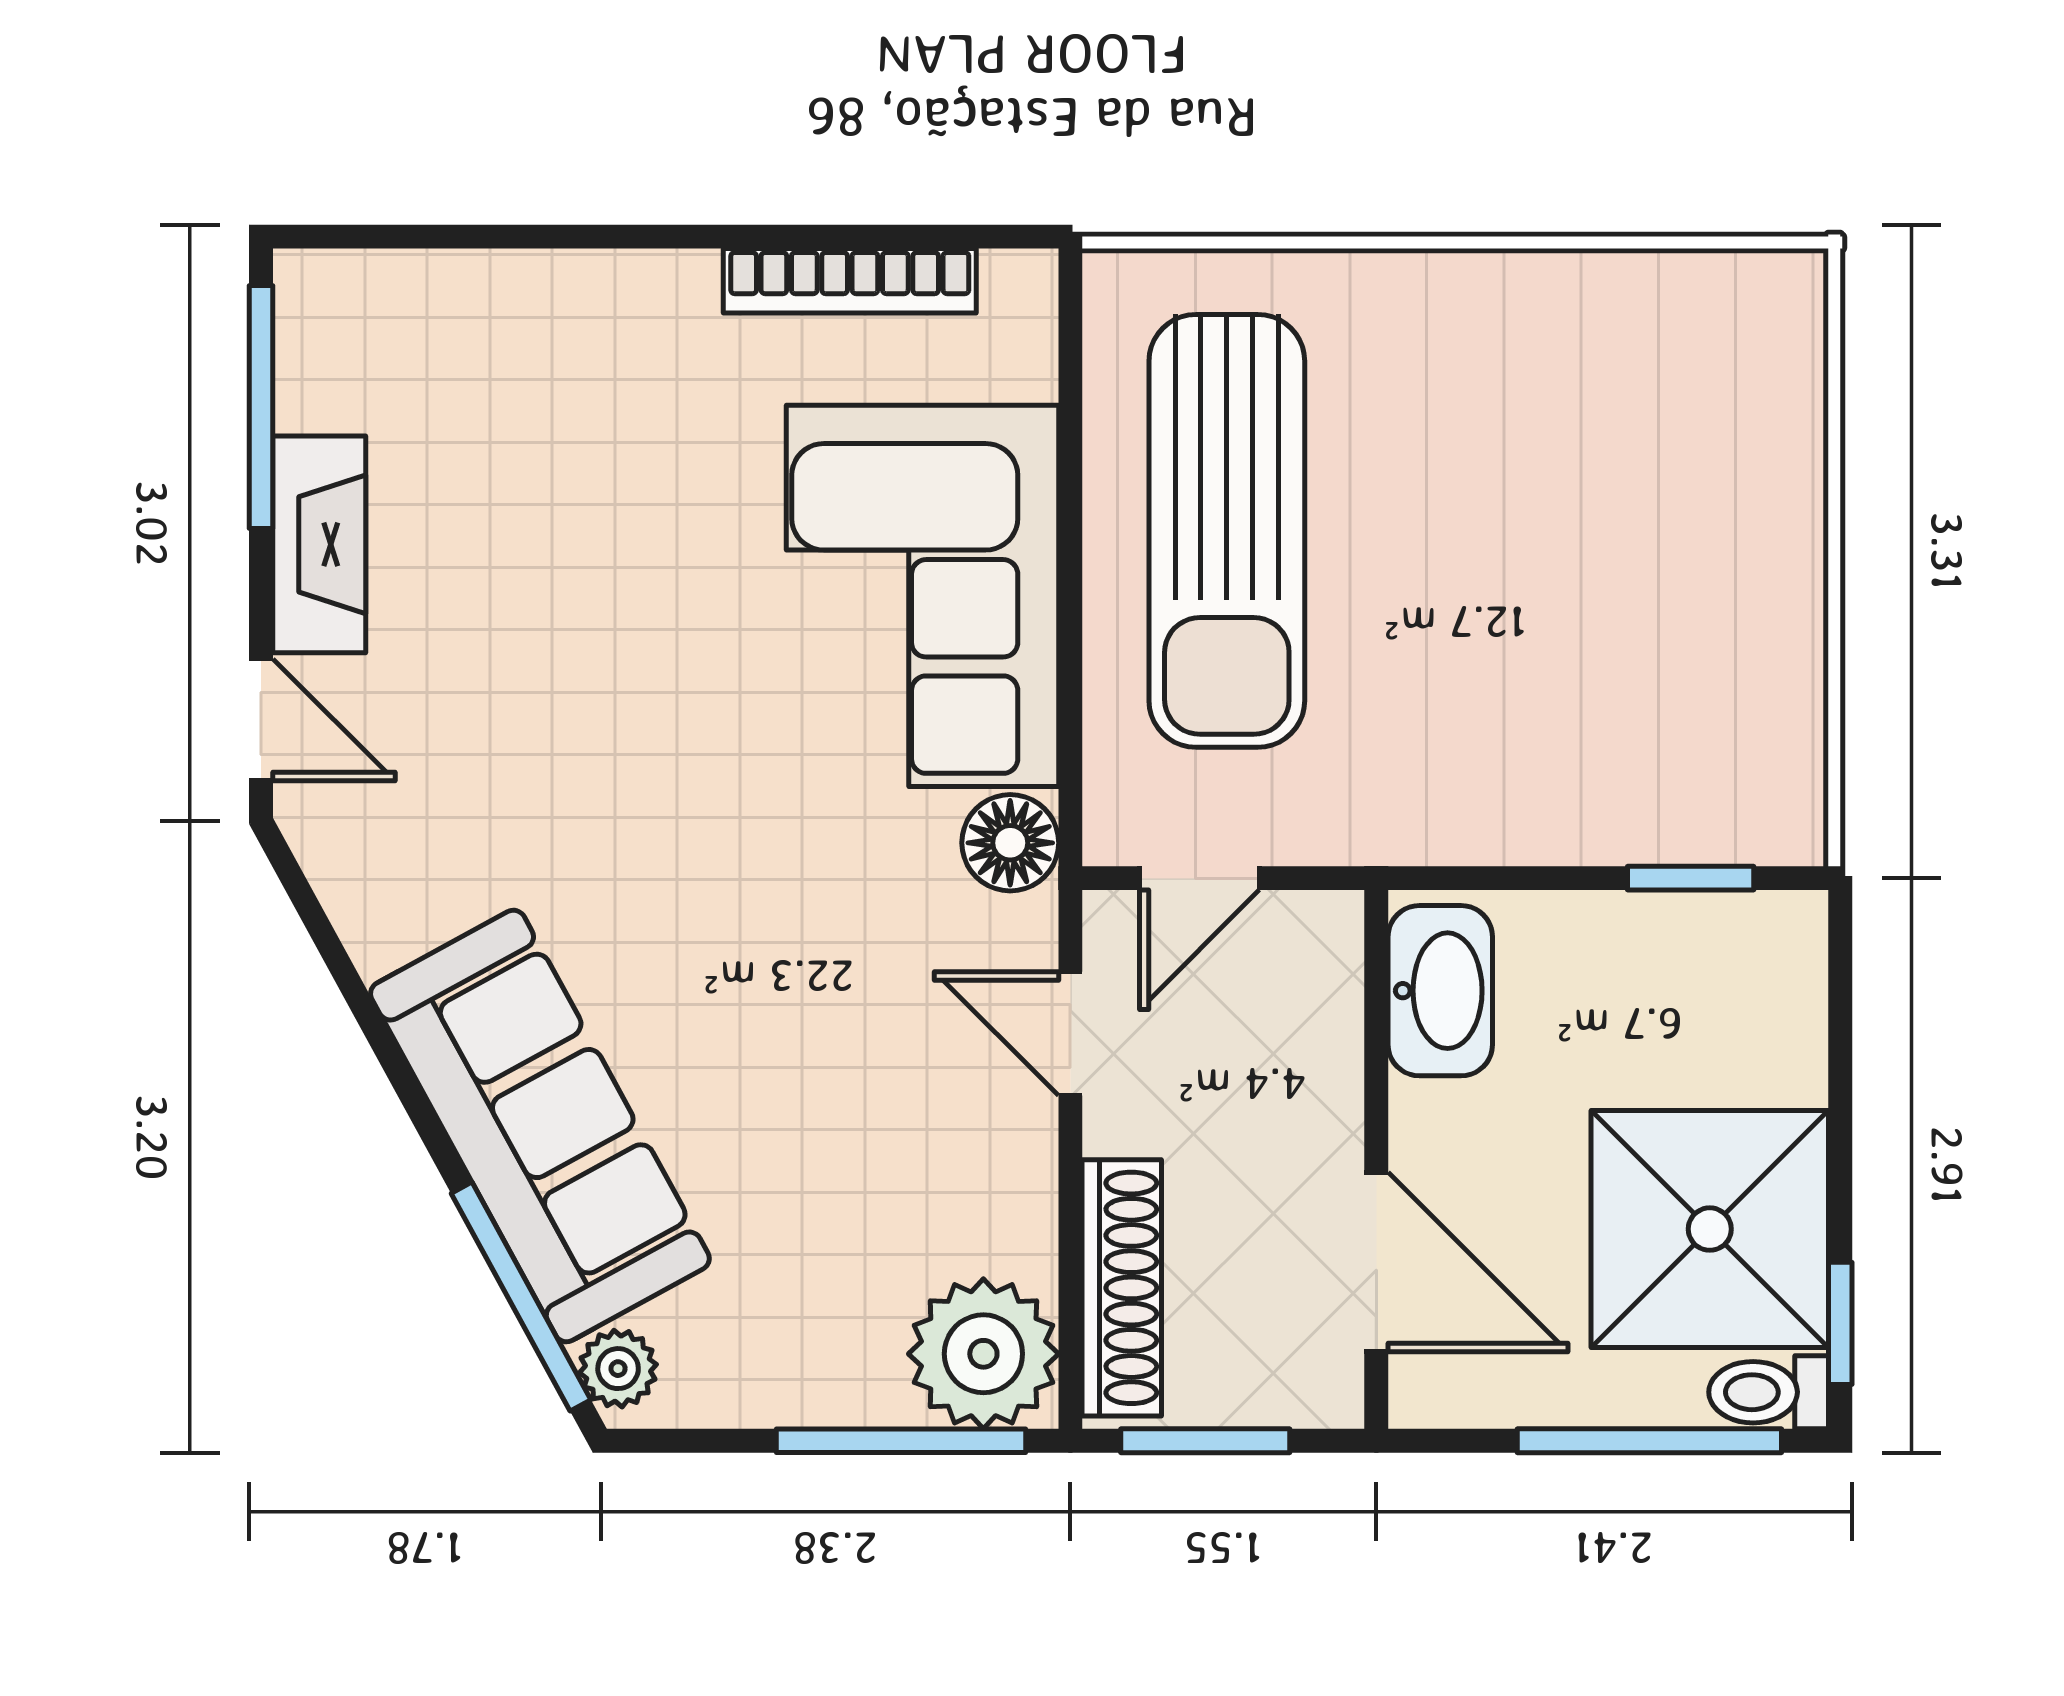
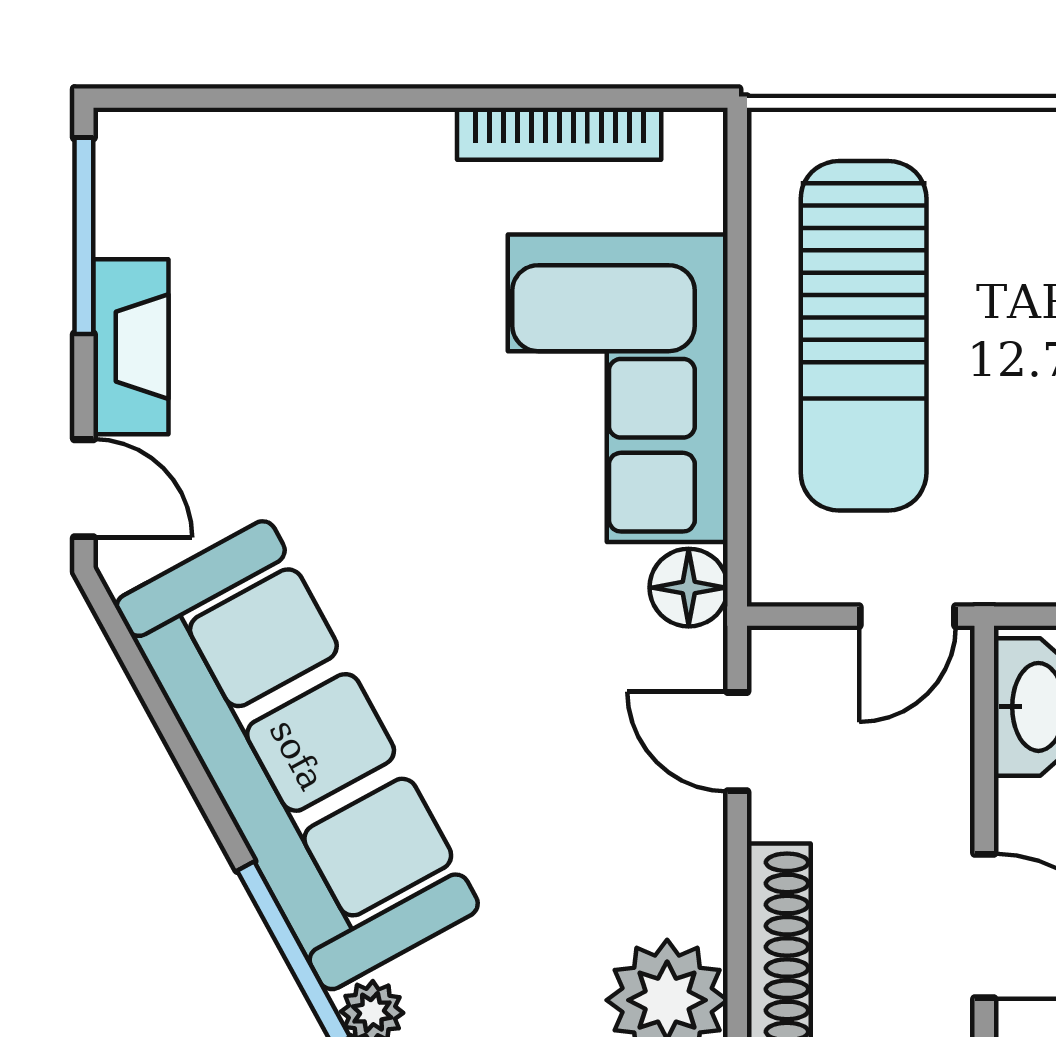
door: (1199, 878) -> (907, 616), moved
sofa: (540, 1126) -> (297, 755), width x1.36, depth x1.27

